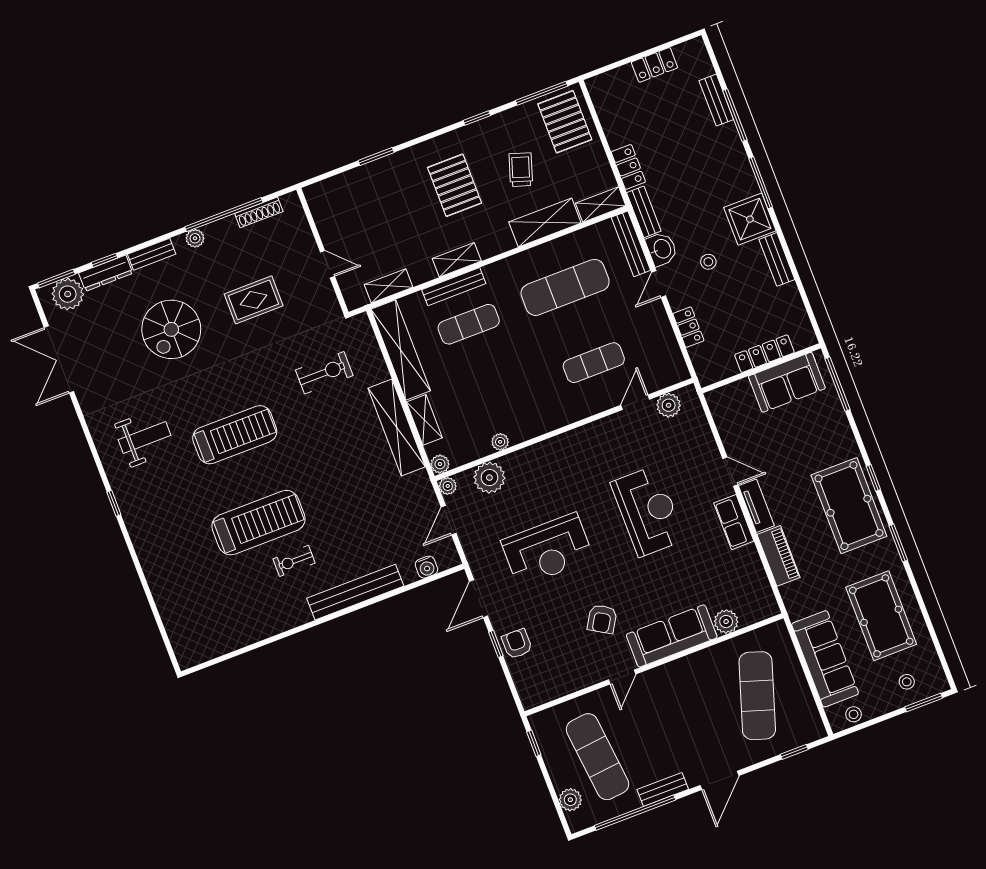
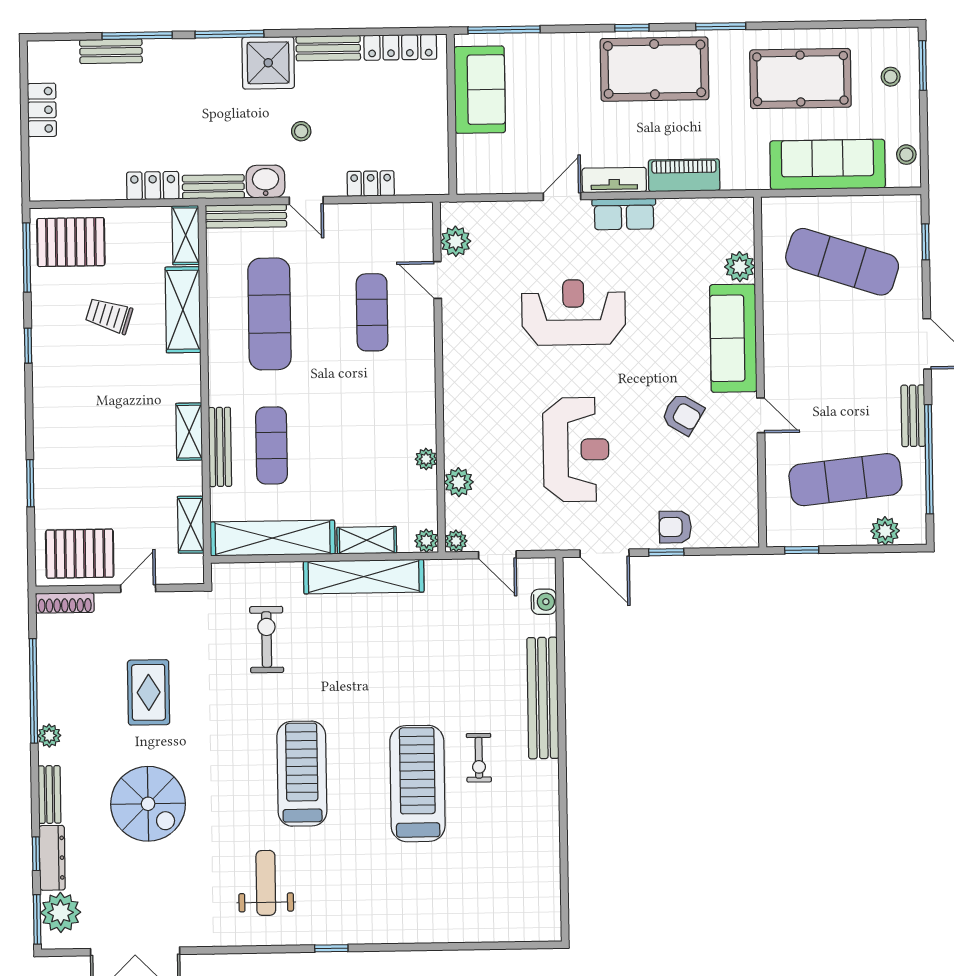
pallet: (455, 185) -> (80, 554), moved
shoe rack: (259, 212) -> (65, 603), moved, turned 90
locker: (764, 354) -> (400, 47), moved, turned -90
plant: (489, 478) -> (459, 482), width x0.73, depth x0.73

